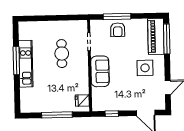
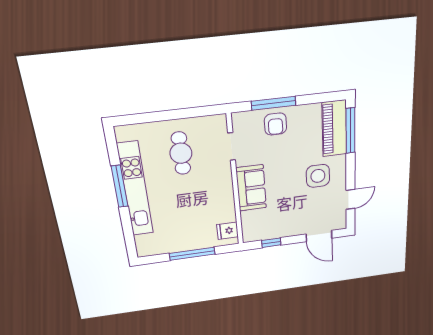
cafe table: (62, 54) -> (181, 153), moved
kitchen unit: (26, 64) -> (135, 189), width x1.36

